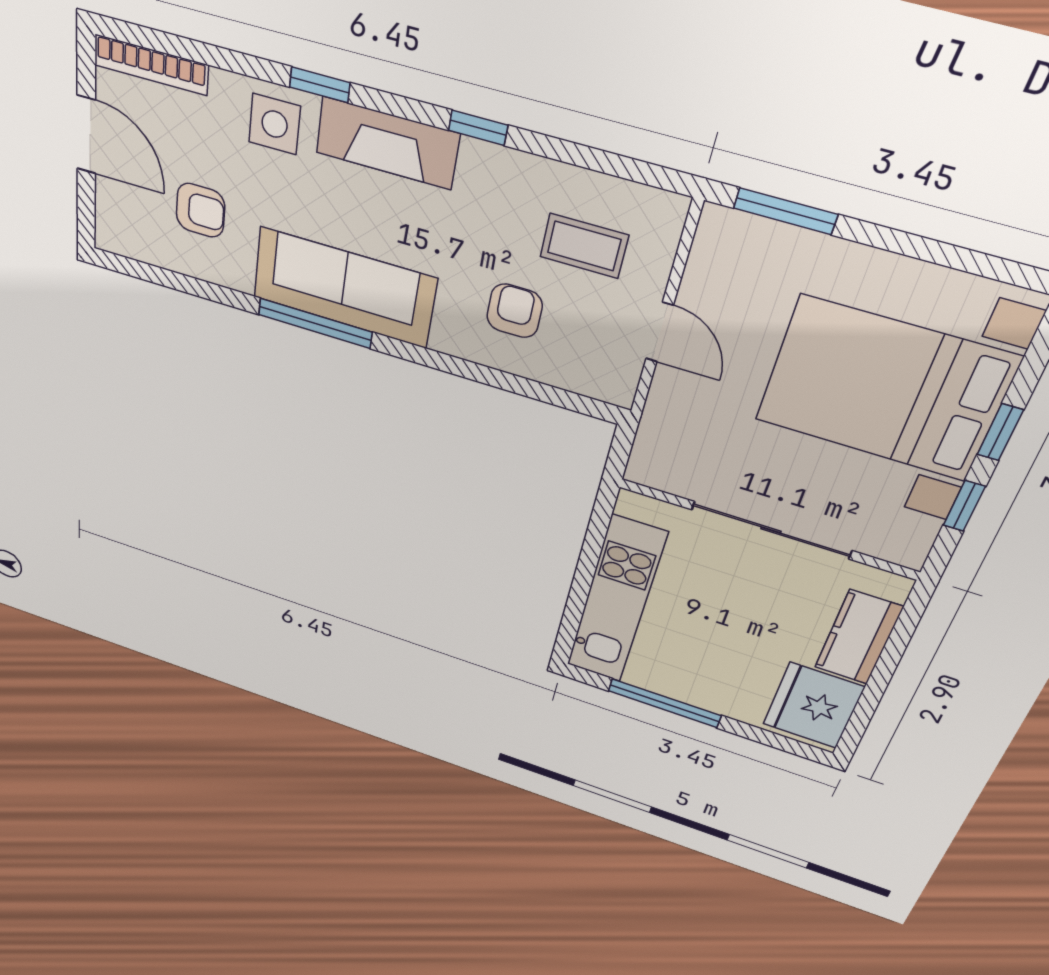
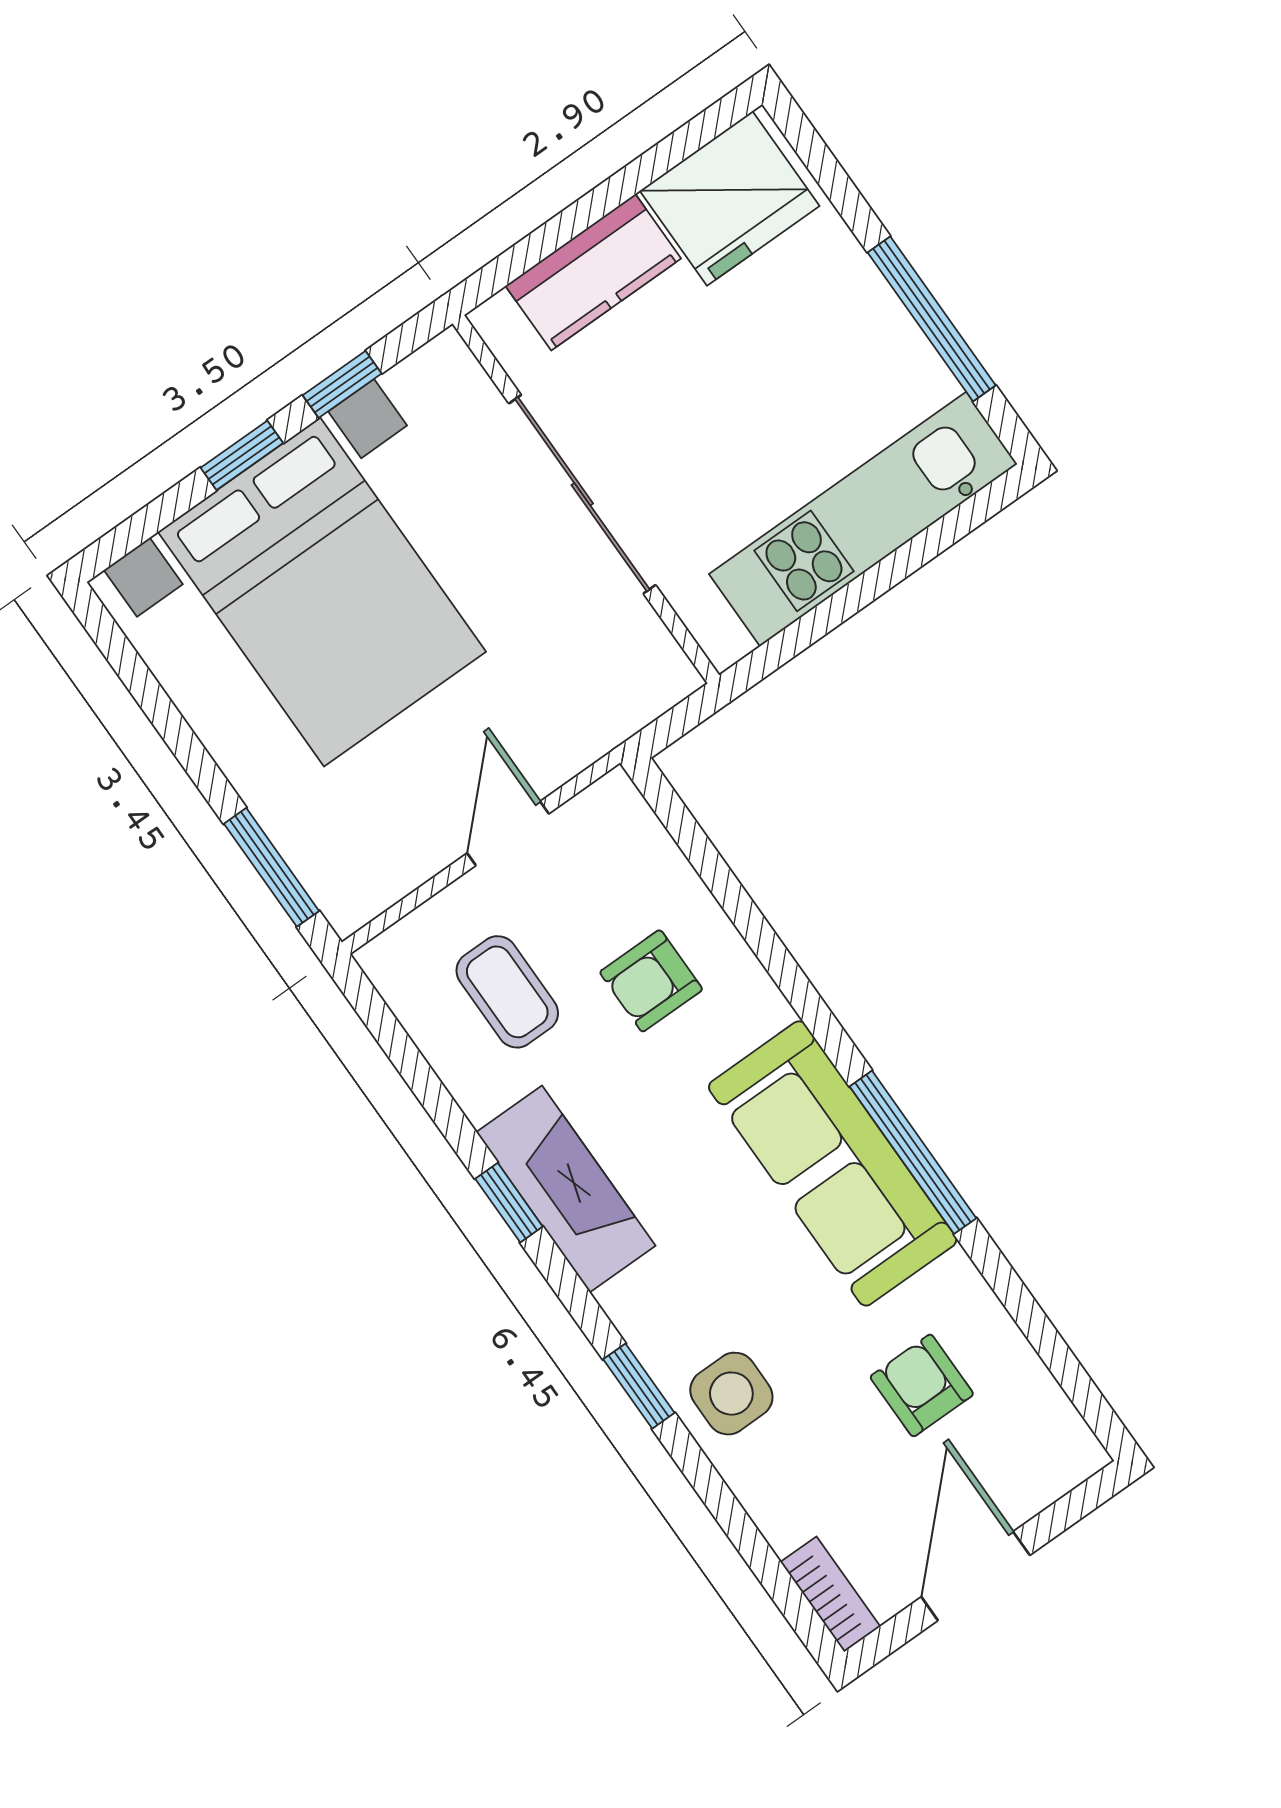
bookcase: (151, 65) -> (830, 1594), width x0.64
fireplace: (387, 143) -> (566, 1189), moved

